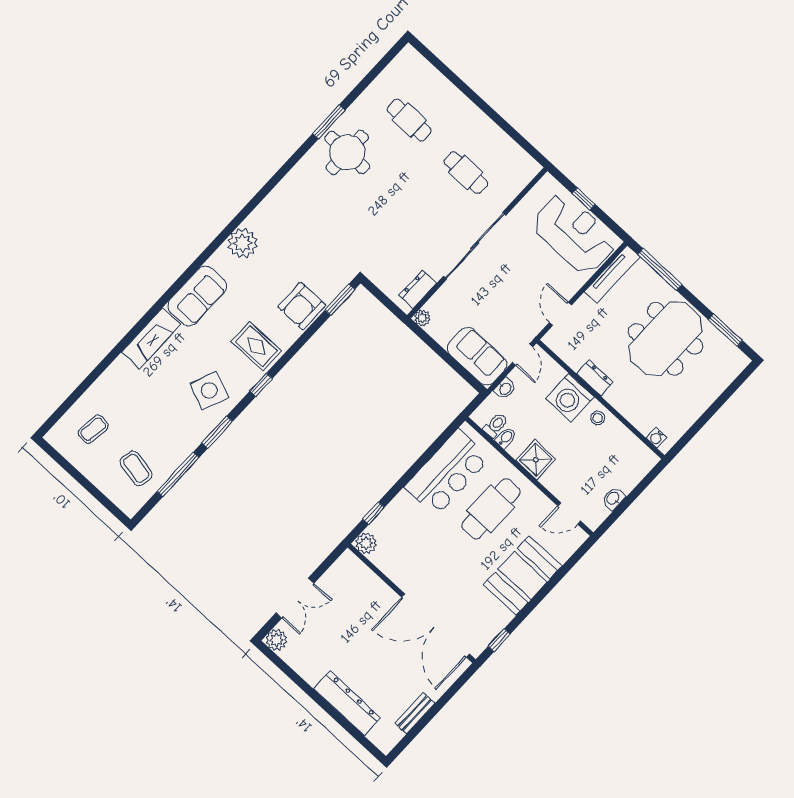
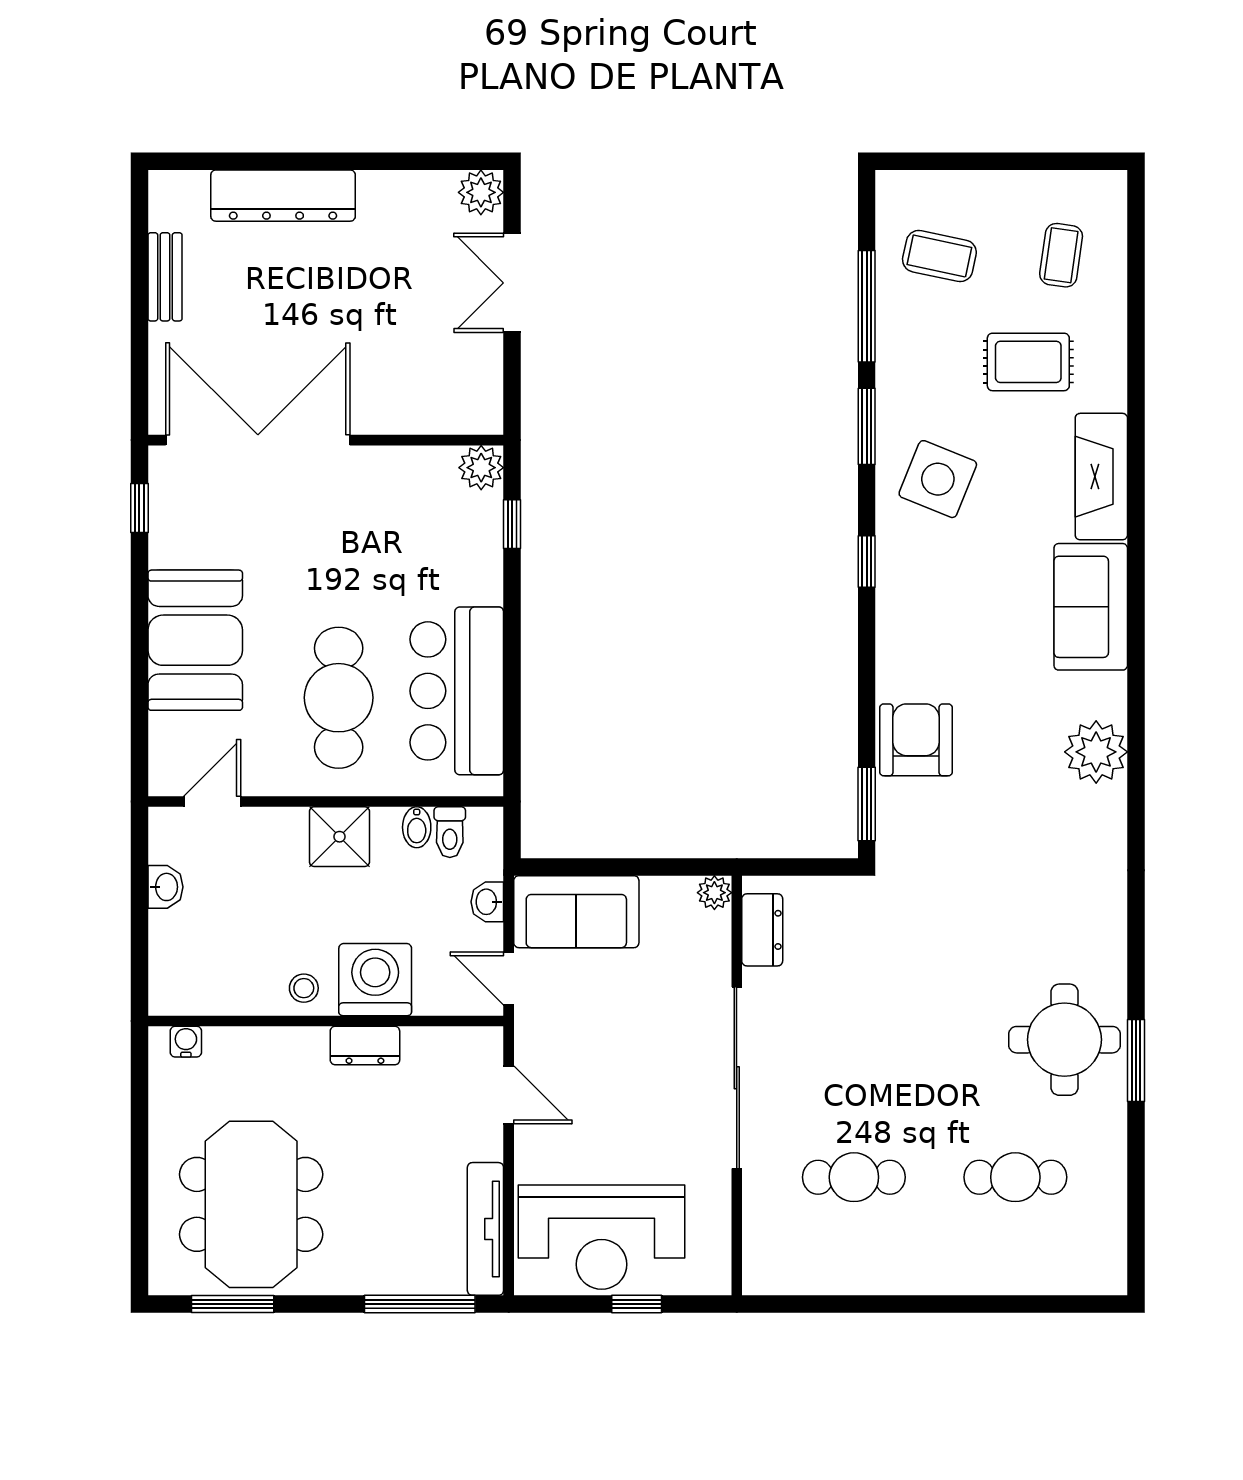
meeting table: (665, 339) -> (251, 1204), moved
rug: (256, 346) -> (1028, 362), moved

